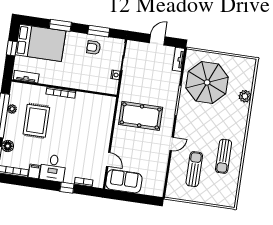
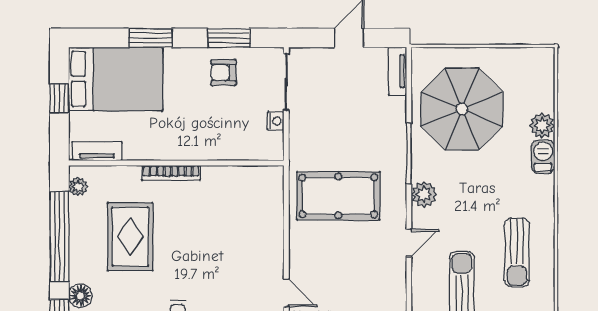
plant: (12, 109) -> (78, 187), moved
barbecue: (243, 111) -> (543, 157), added
plant: (183, 121) -> (424, 194), added

